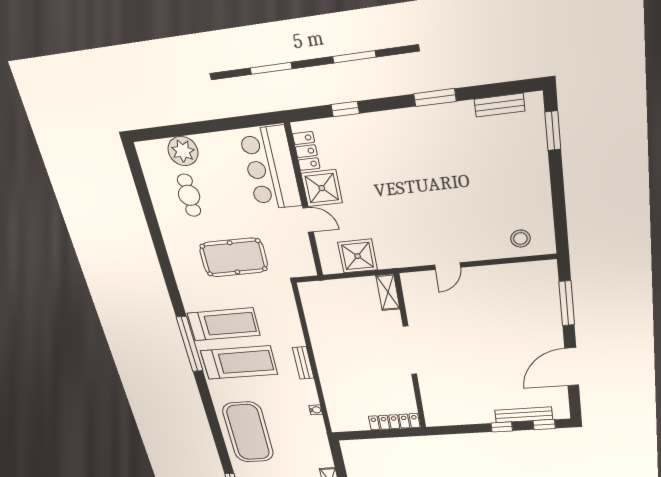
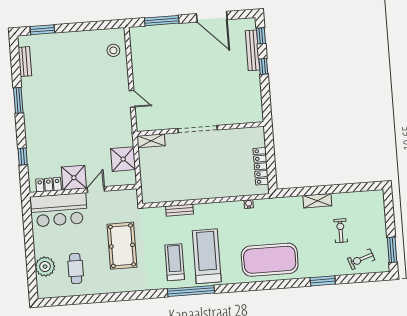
cafe table: (189, 195) -> (76, 269), turned 90
treadmill: (224, 324) -> (175, 262), width x0.73, depth x0.73
bench: (303, 363) -> (179, 210), moved
locker: (394, 422) -> (261, 166), moved

